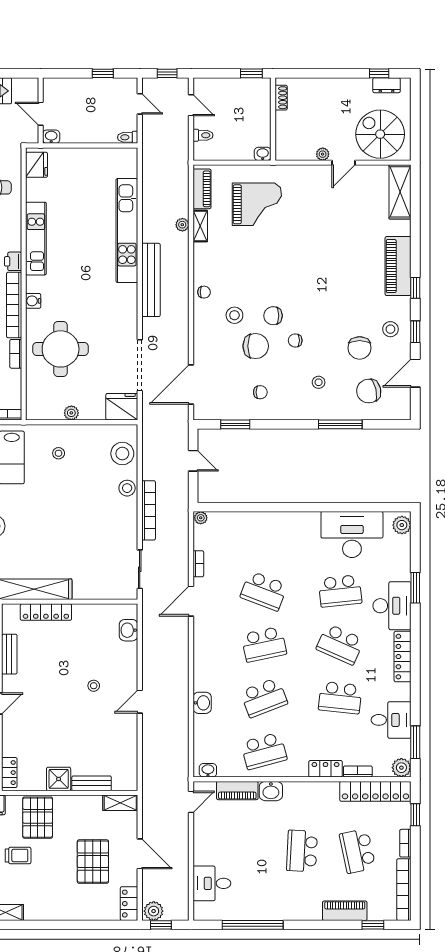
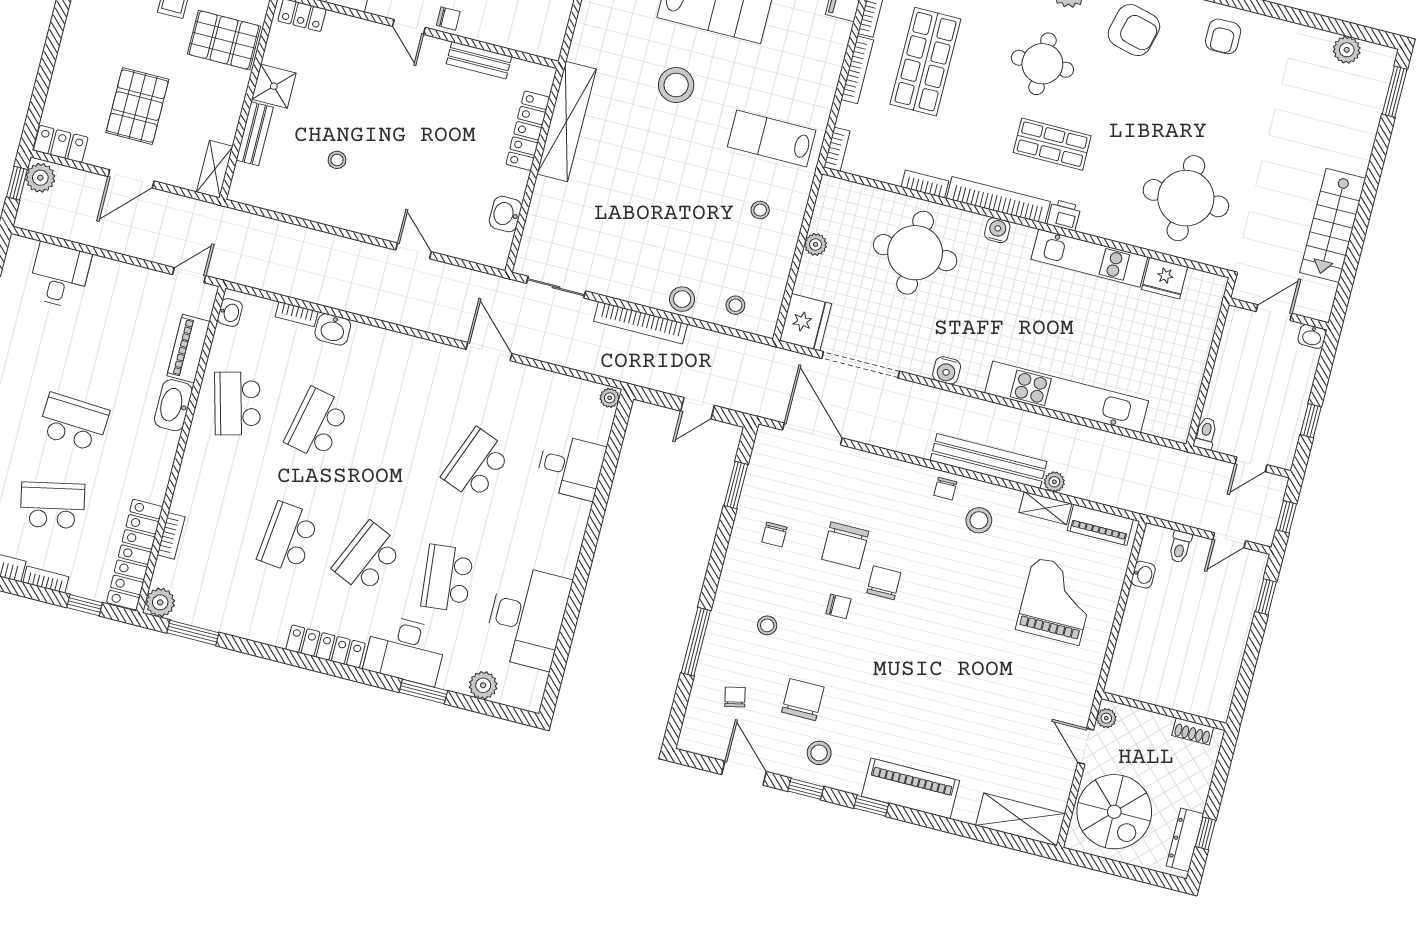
window: (251, 73) -> (1266, 597), moved
dresser: (387, 85) -> (1185, 840), width x1.44
shoe rack: (281, 98) -> (1193, 731), moved
wall: (273, 119) -> (1164, 711), moved
spiral stairs: (380, 134) -> (1114, 812), turned 90
washbasin: (51, 137) -> (1312, 336), moved, turned 90
washbasin: (263, 154) -> (1143, 575), moved
fridge: (37, 165) -> (1165, 278), moved
grand piano: (257, 204) -> (1056, 601), turned 180
bench: (151, 280) -> (988, 461), moved
water cooler: (129, 310) -> (947, 370), added
stool: (234, 315) -> (979, 520), moved
chair: (295, 340) -> (838, 606), turned 90
chair: (360, 348) -> (803, 700), turned 90
chair: (369, 391) -> (735, 697), width x0.54, depth x0.54
stool: (122, 454) -> (735, 305), width x0.53, depth x0.53
plant: (402, 525) -> (483, 685), moved
bookcase: (198, 564) -> (297, 314), moved
washbasin: (129, 630) -> (505, 214), moved, turned -90
school desk: (264, 644) -> (397, 444), removed
stool: (94, 686) -> (337, 160), moved
school desk: (264, 698) -> (317, 424), turned 33
door: (140, 702) -> (414, 251), moved
desk: (391, 720) -> (571, 467), moved, turned -90
locker: (326, 769) -> (187, 489), removed
washbasin: (271, 791) -> (173, 405), width x1.38
door: (191, 802) -> (189, 275), swing flipped
pallet: (93, 862) -> (137, 106), turned 90

